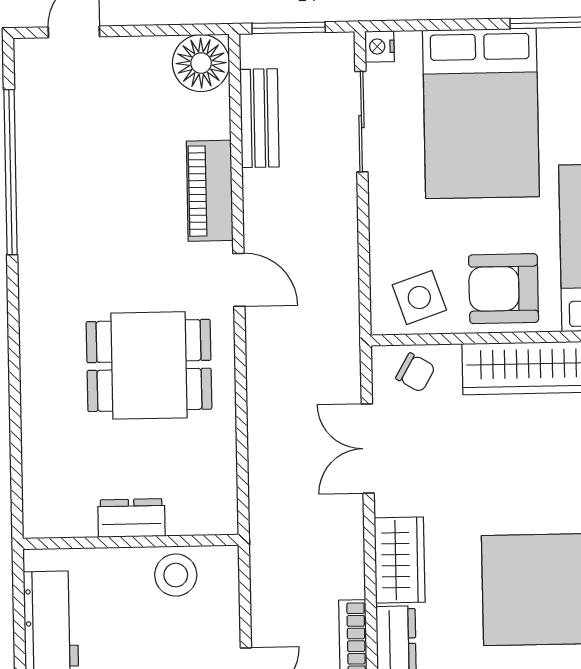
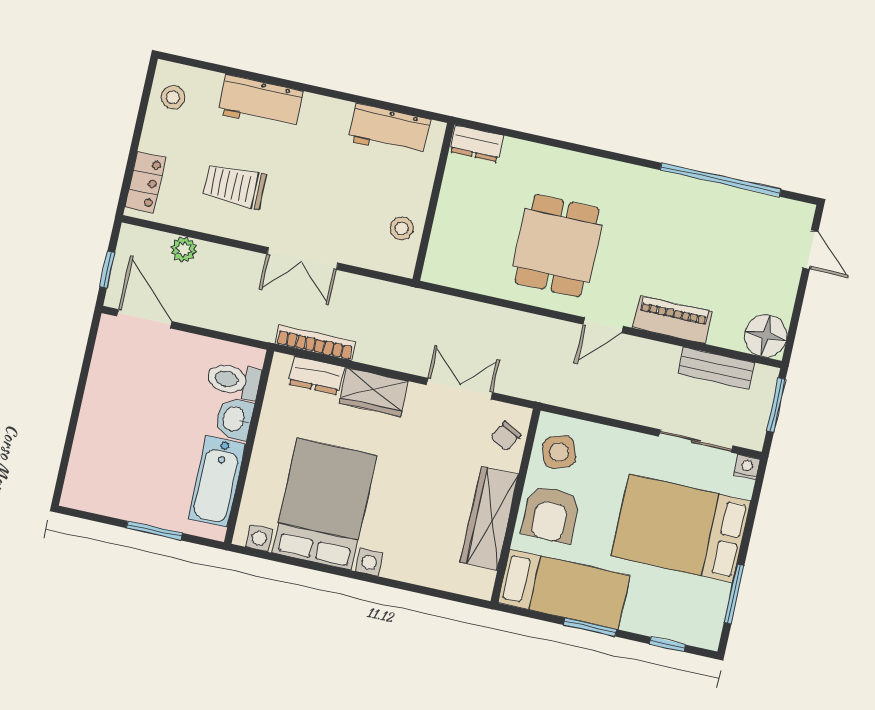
armchair: (504, 289) -> (551, 514), turned 180
dresser: (131, 518) -> (476, 144), moved, turned 90
stool: (176, 575) -> (402, 228), width x0.73, depth x0.73

